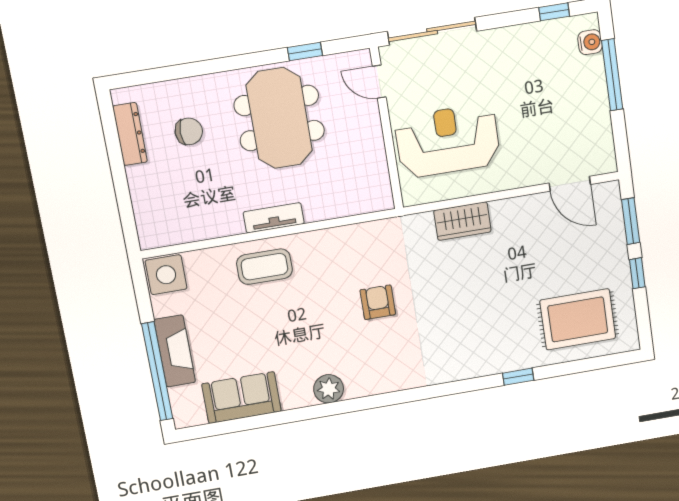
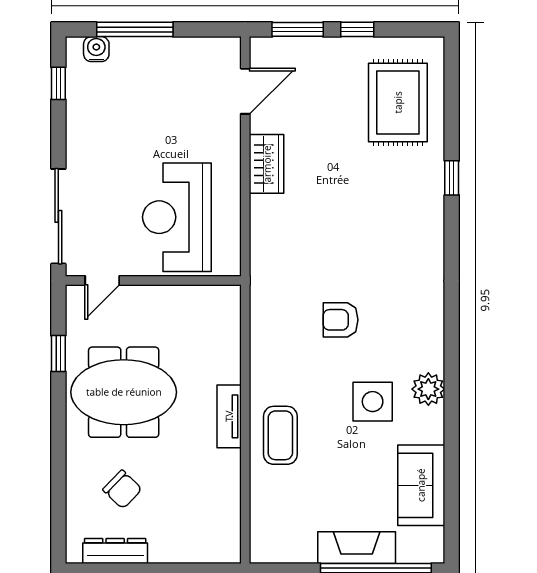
chair: (189, 131) -> (122, 489), turned 134
wardrobe: (462, 221) -> (267, 164), moved
side table: (166, 275) -> (373, 402), moved

